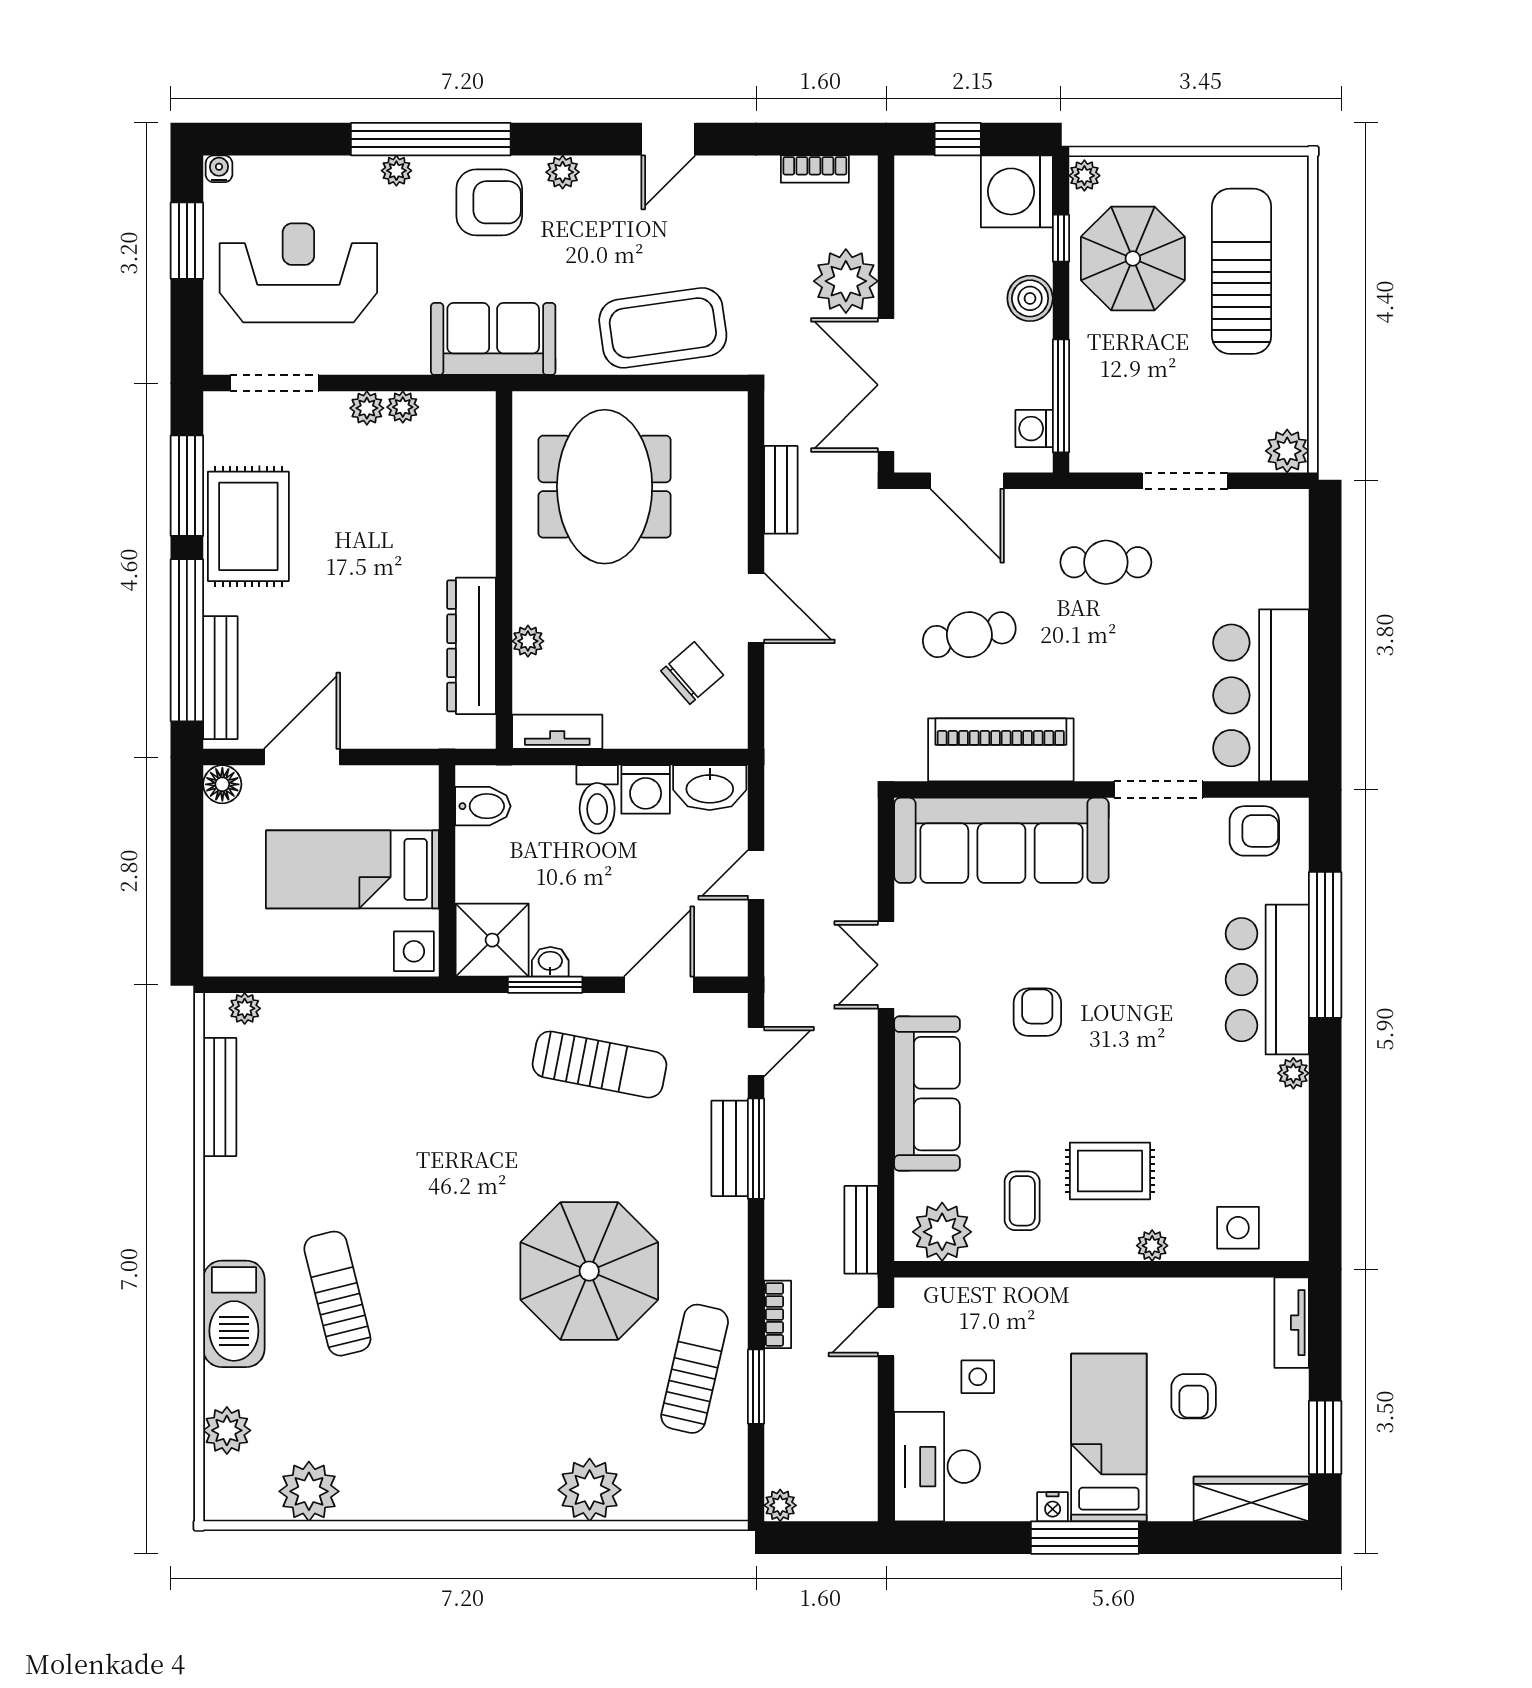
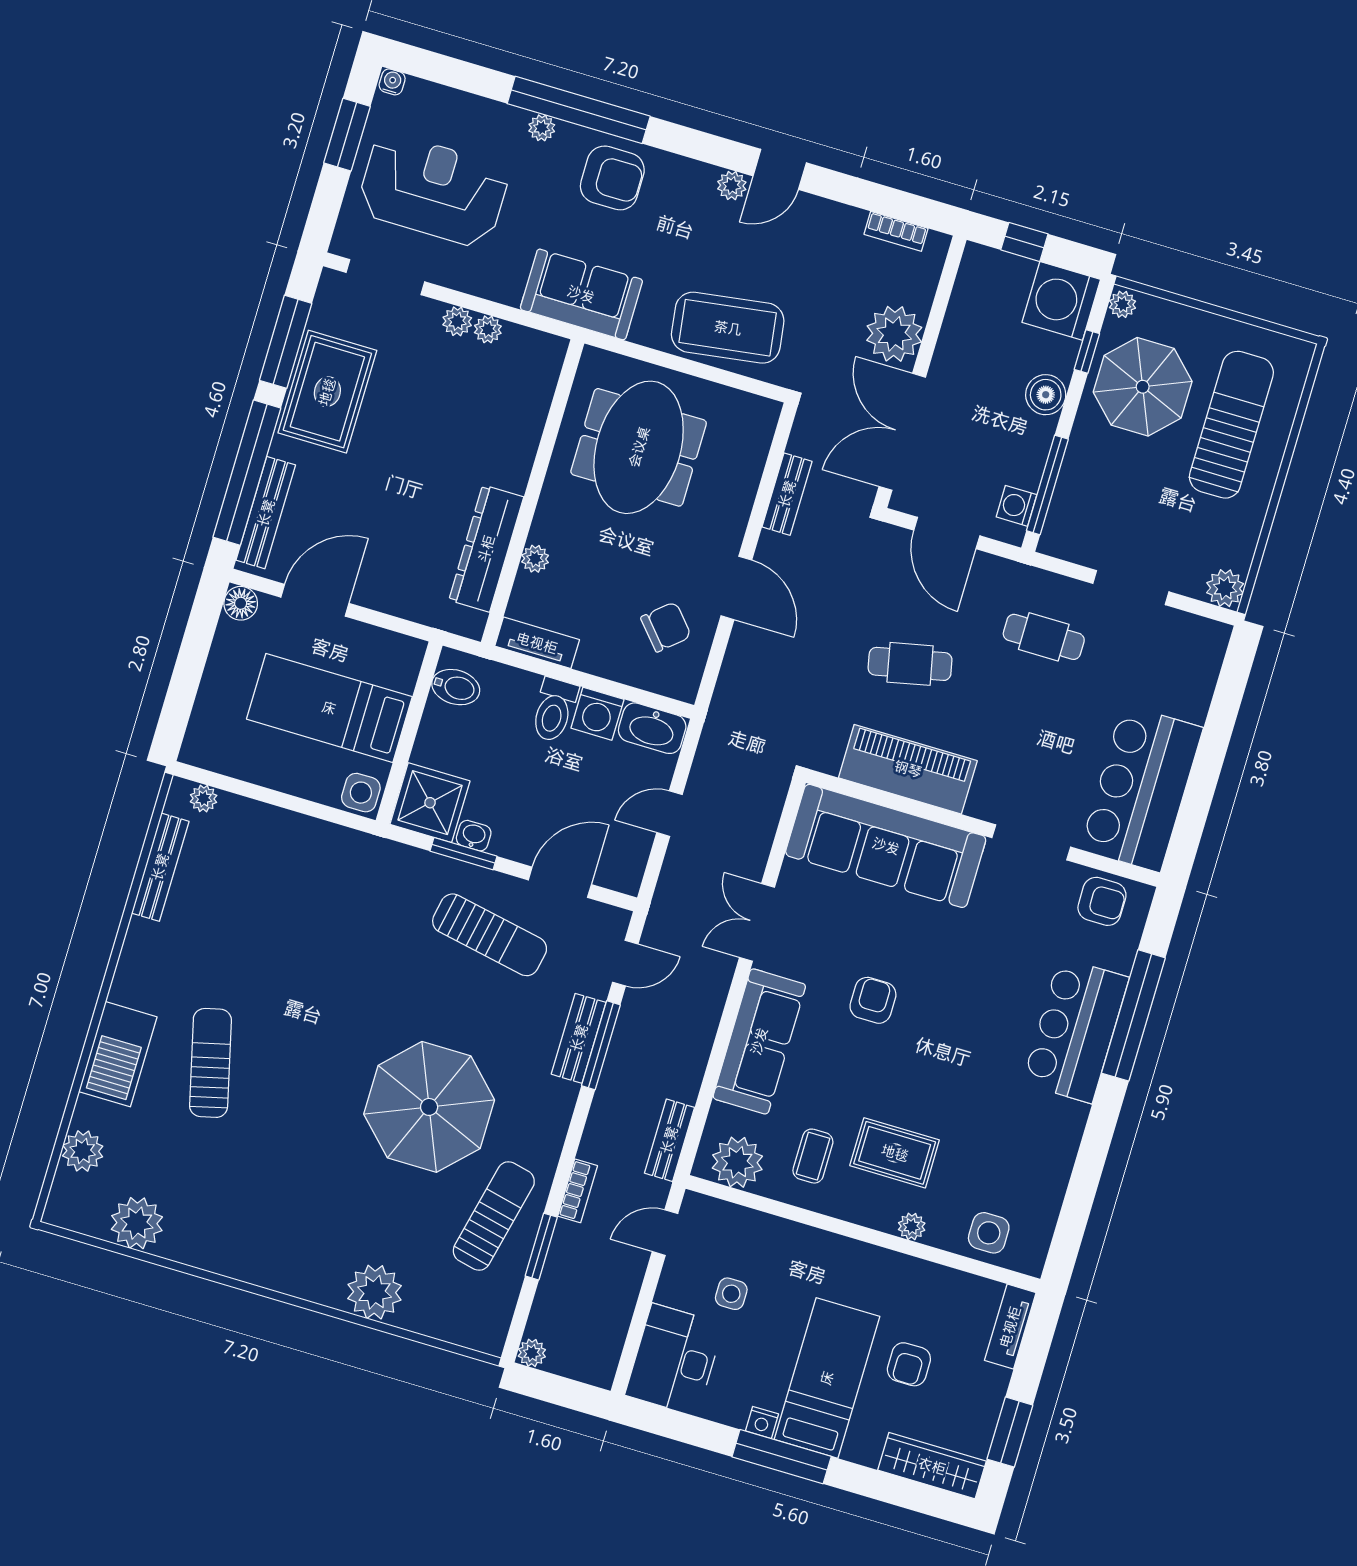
plant: (563, 172) -> (732, 186), moved
plant: (1293, 1073) -> (1074, 1116), removed

